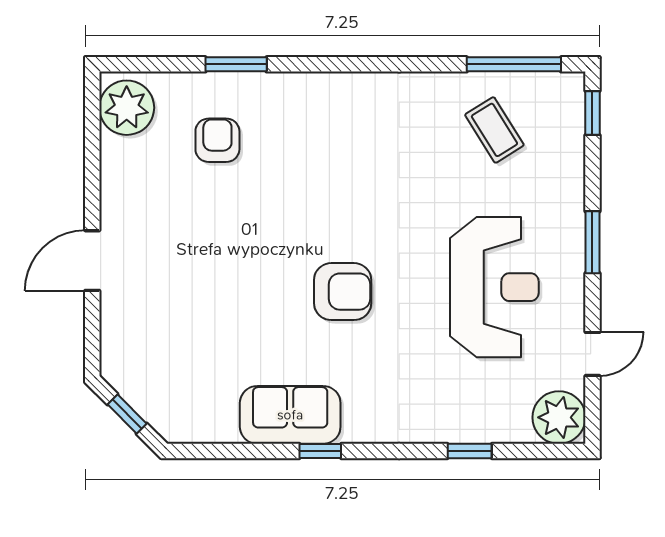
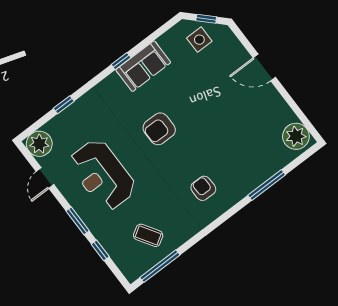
window: (236, 64) -> (267, 185), width x1.44
window: (592, 113) -> (100, 250), moved
armchair: (217, 140) -> (203, 188), moved, turned 180
door: (92, 261) -> (264, 67), swing flipped
side table: (164, 388) -> (199, 40), added

